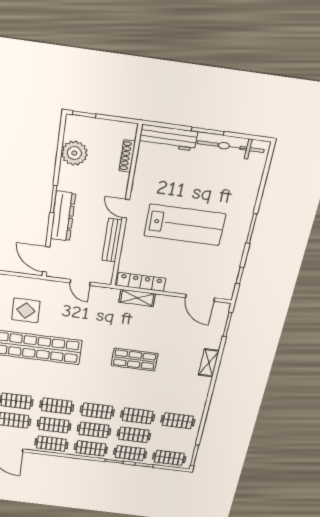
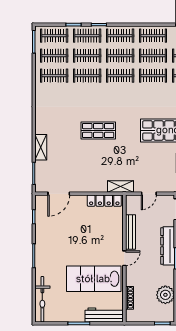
bicycle: (231, 147) -> (42, 299), moved, turned 90
door: (126, 209) -> (124, 258), hinge flipped
lab bench: (185, 225) -> (94, 279), moved
door: (80, 282) -> (149, 194), swing flipped
shelving: (137, 298) -> (121, 187), moved
door: (200, 298) -> (59, 194), swing flipped
shelving: (209, 363) -> (41, 147), moved
clothes rail: (173, 440) -> (54, 56), added

